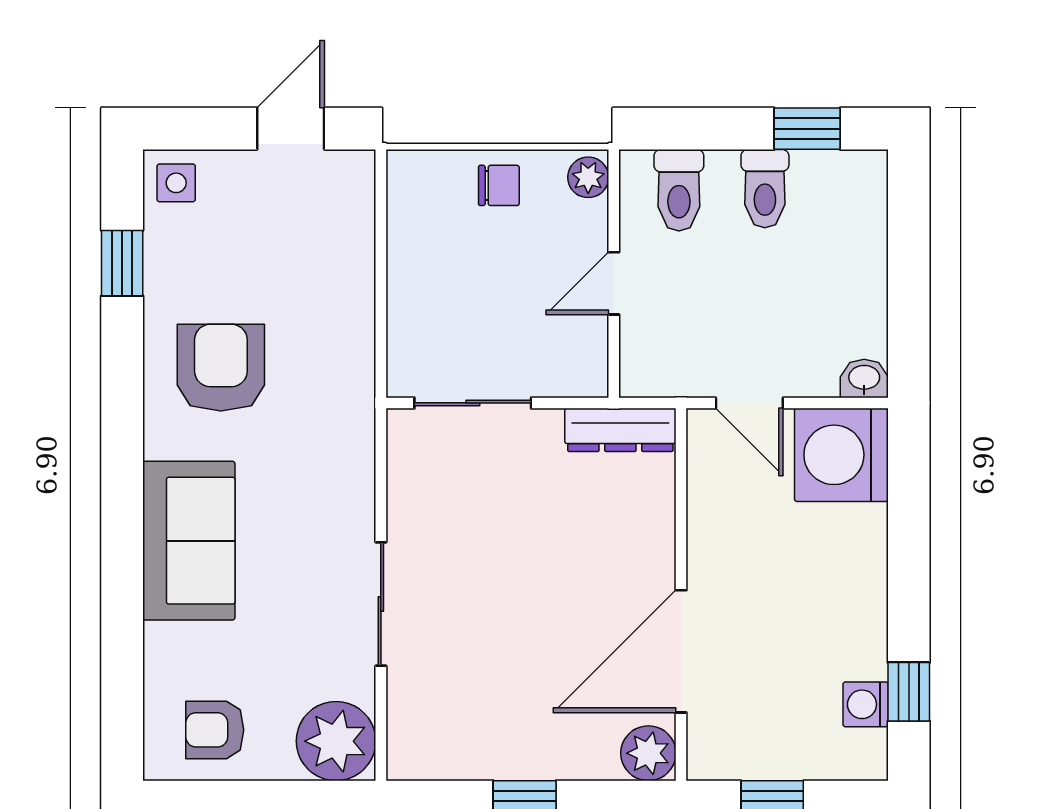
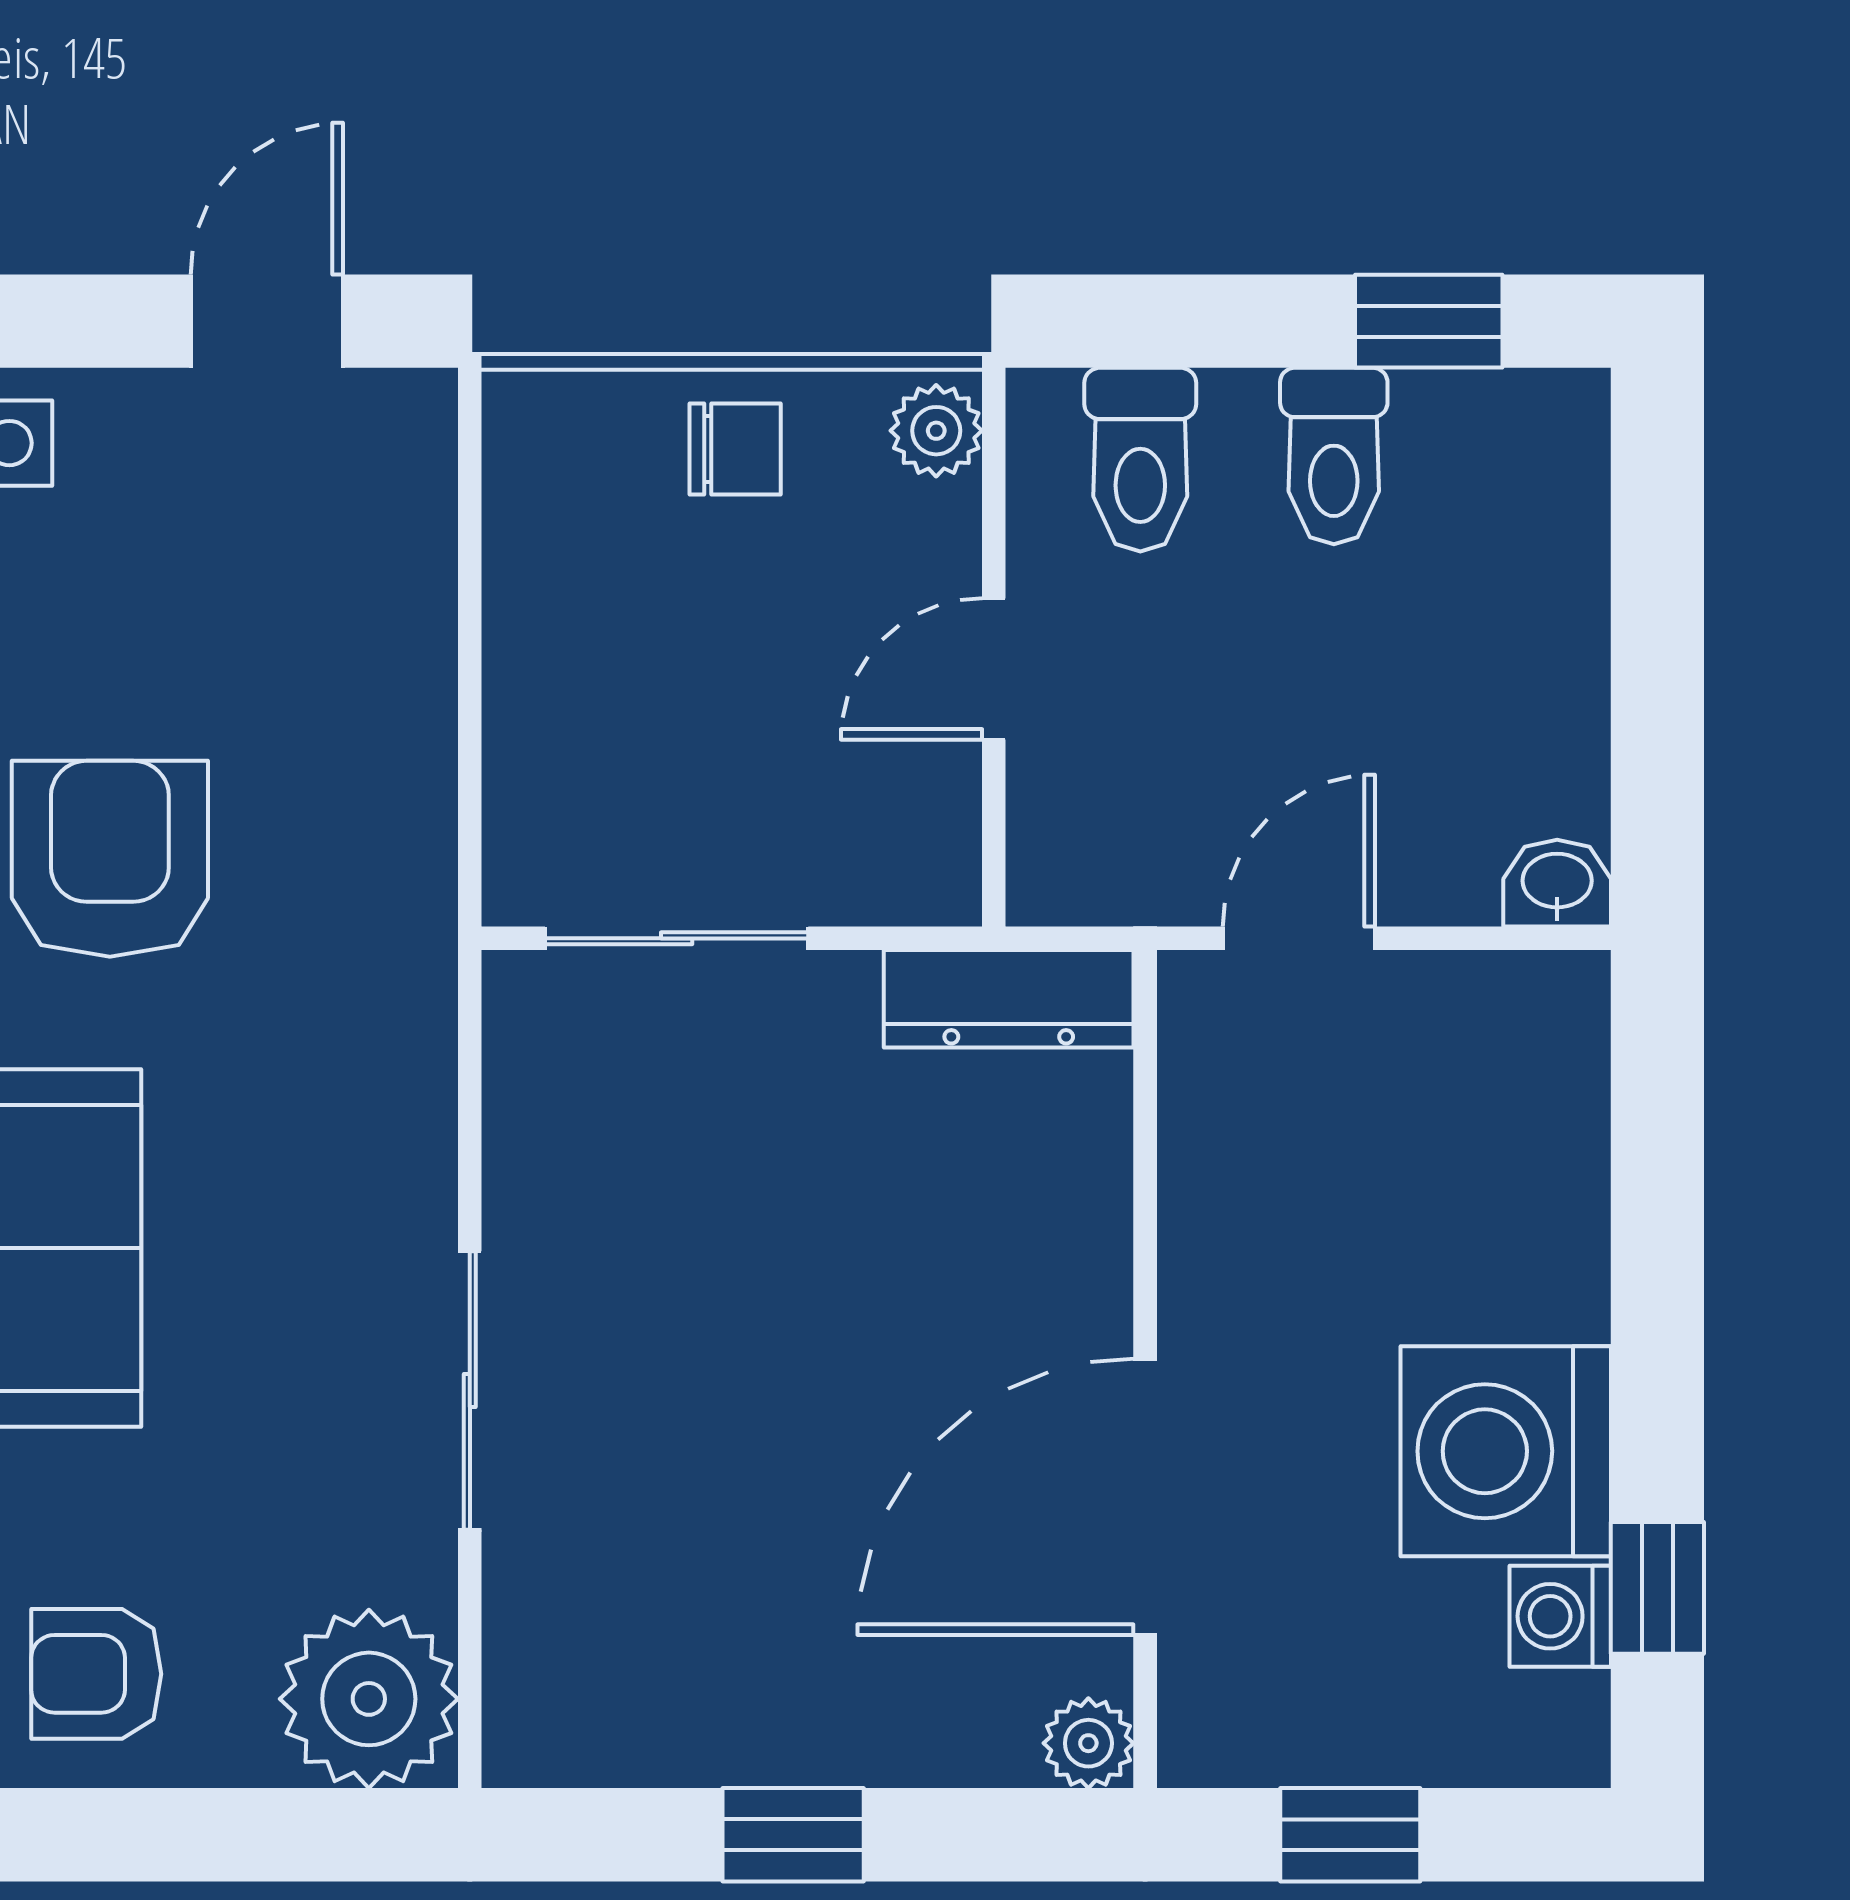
door: (749, 403) -> (1299, 938), swing flipped
washing machine: (841, 455) -> (1506, 1451), moved
plant: (648, 753) -> (1088, 1743), width x0.73, depth x0.73

